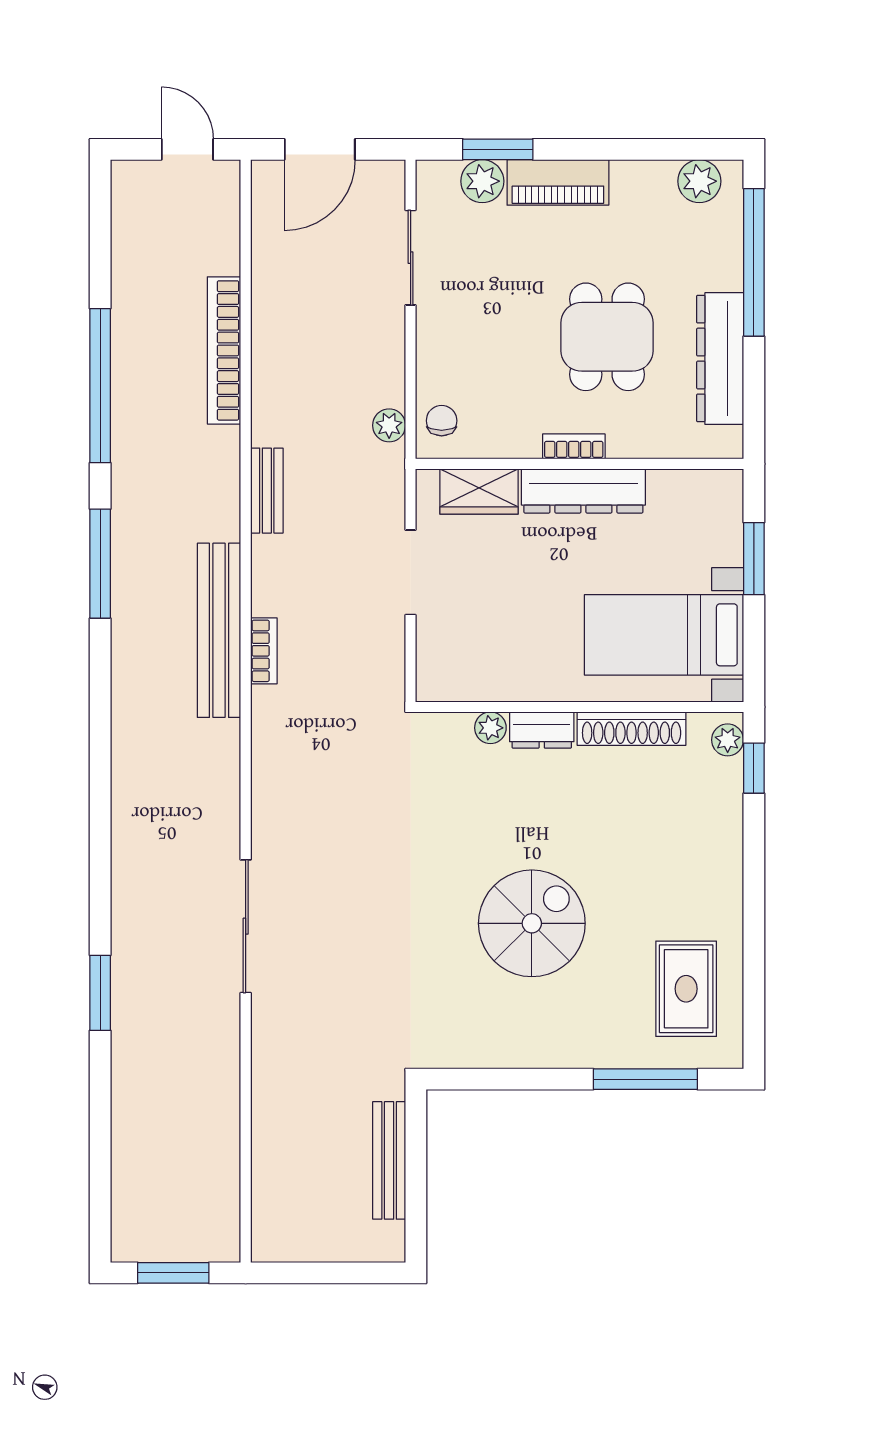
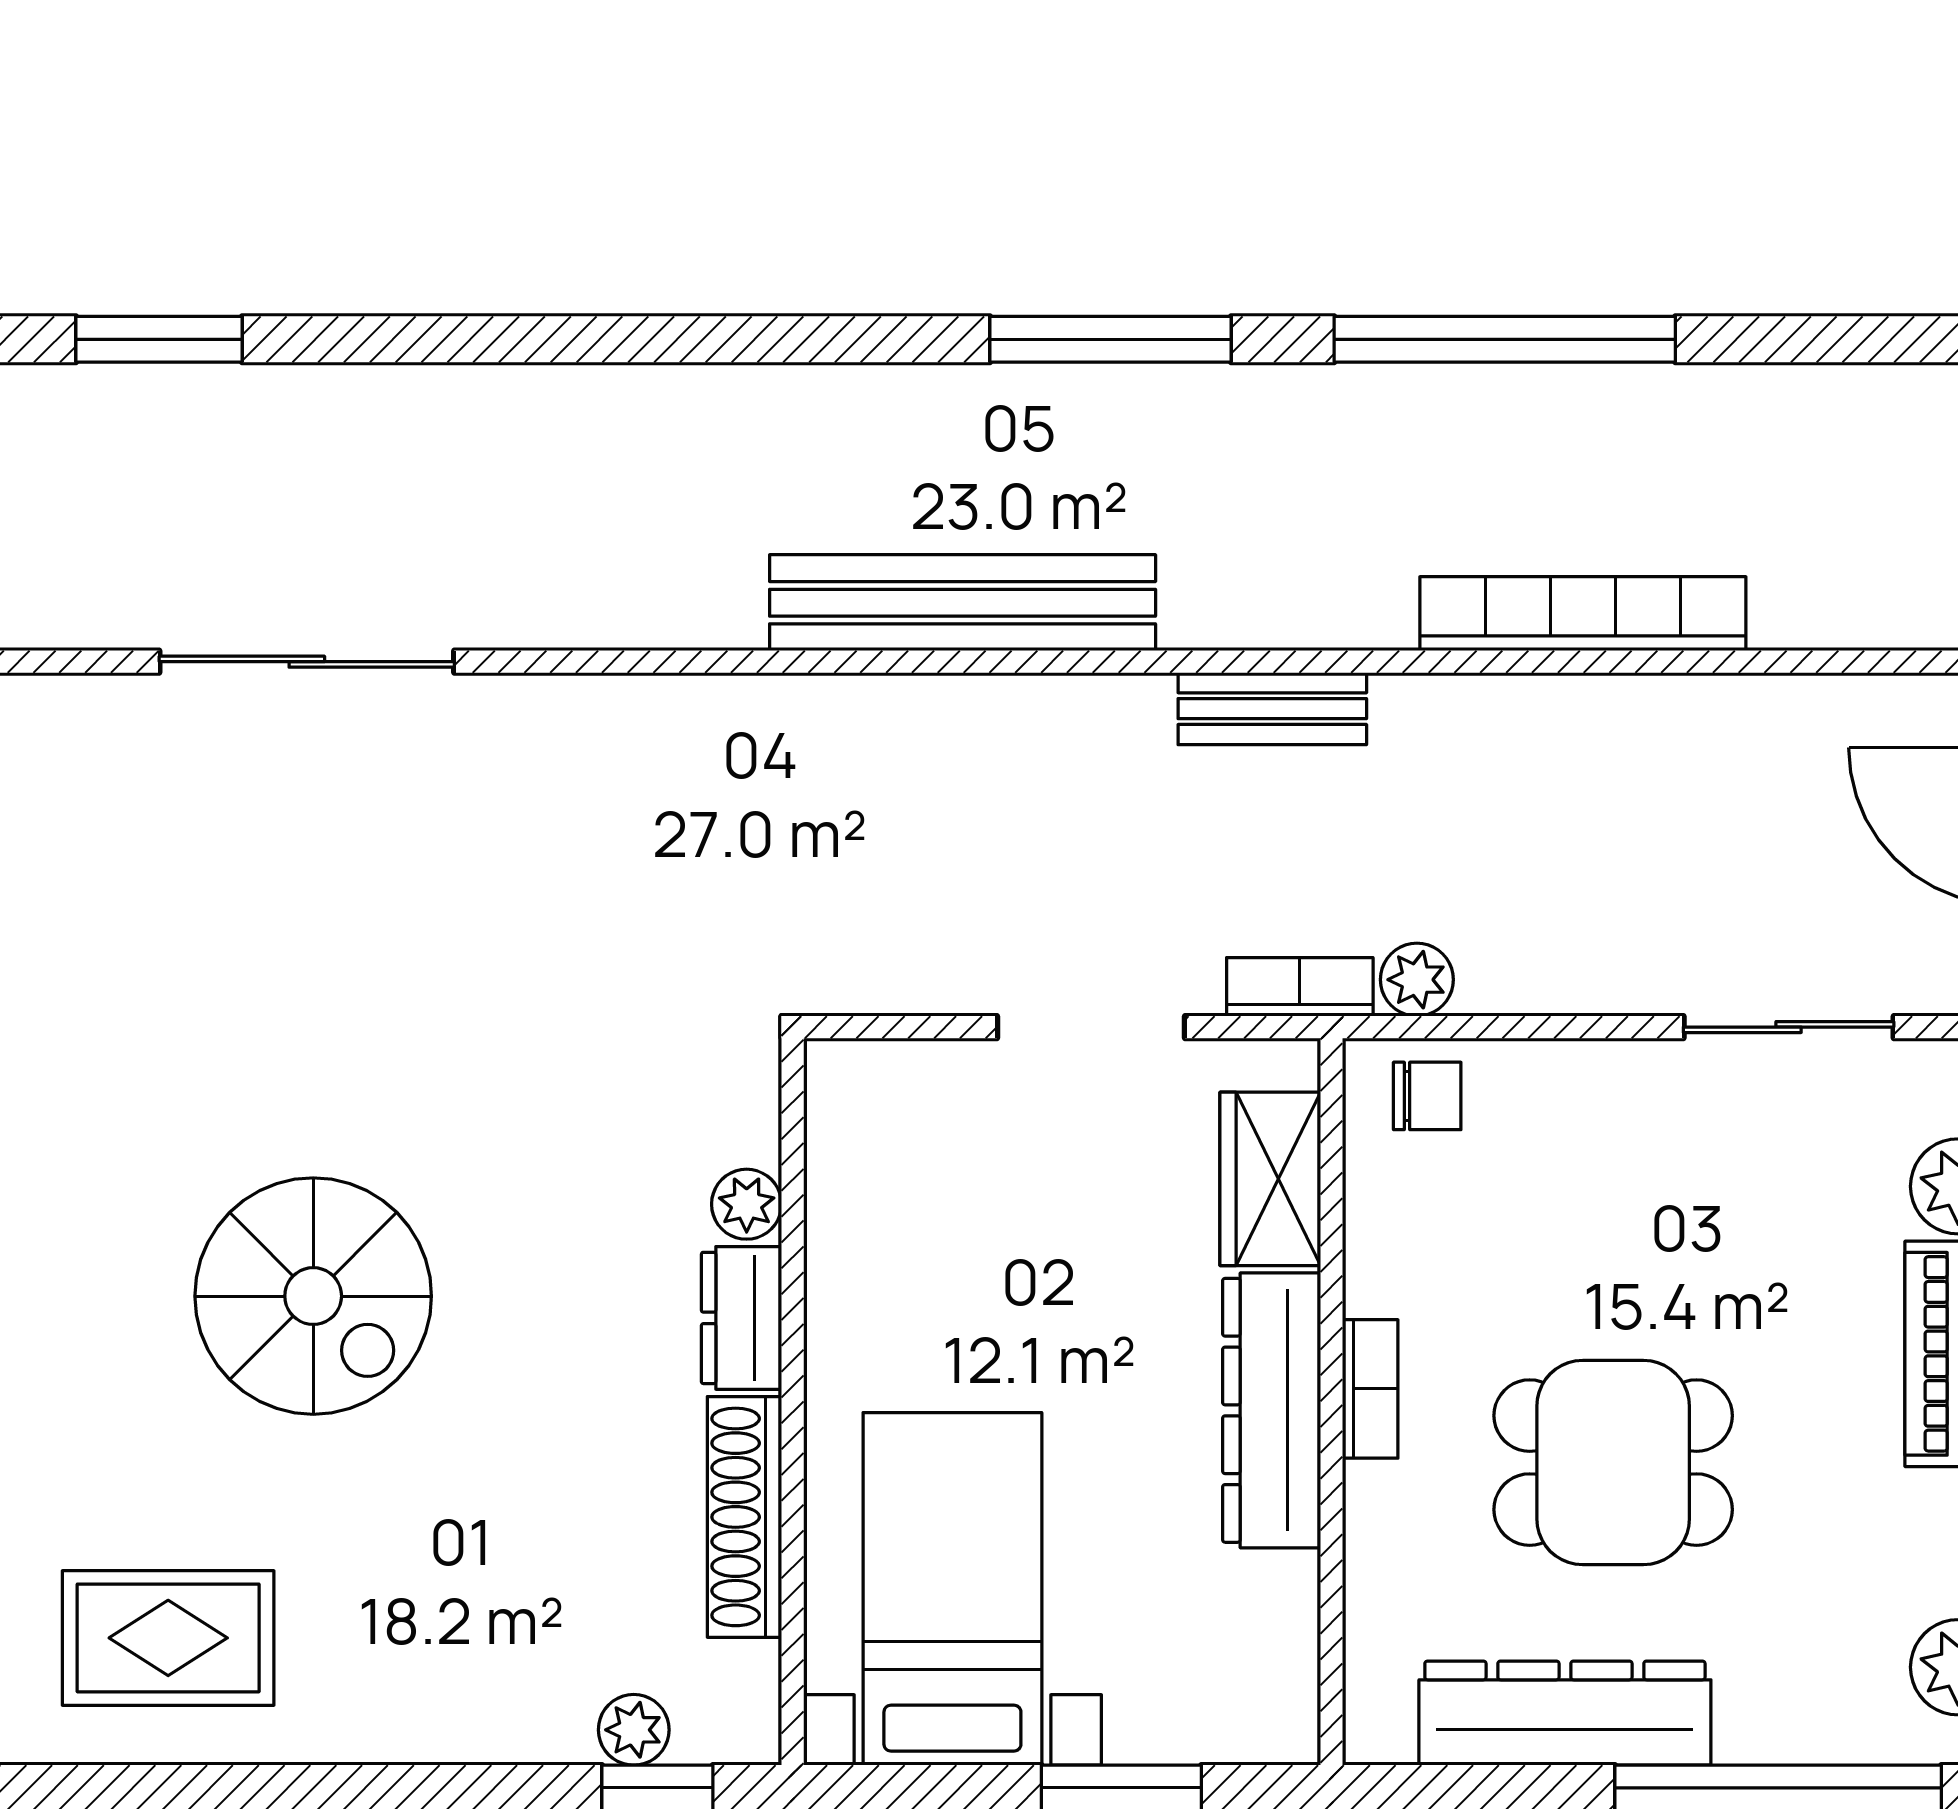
bookcase: (264, 651) -> (1300, 987), moved, turned 180
plant: (728, 740) -> (634, 1730), moved

